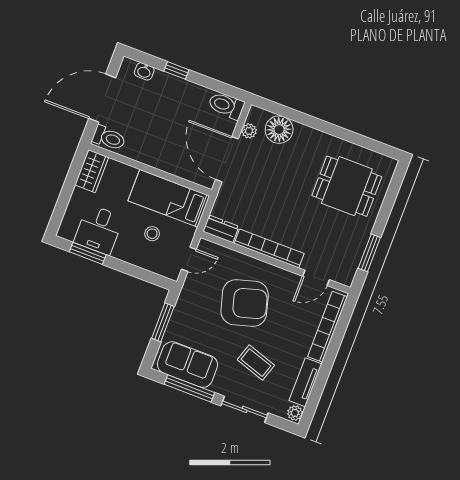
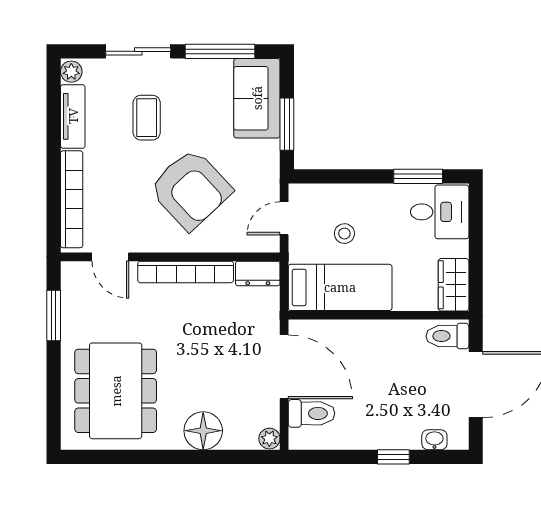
toilet: (226, 106) -> (311, 413), moved
floor lamp: (279, 130) -> (203, 431), moved
plant: (249, 131) -> (269, 439), moved
dining table: (347, 186) -> (116, 391), width x1.38
desk: (99, 230) -> (440, 212), moved, turned 90
door: (316, 278) -> (110, 257), swing flipped
armchair: (245, 303) -> (191, 189), turned -117
coffee table: (256, 363) -> (147, 118), turned 72
sofa: (187, 365) -> (257, 98), moved, turned 90

